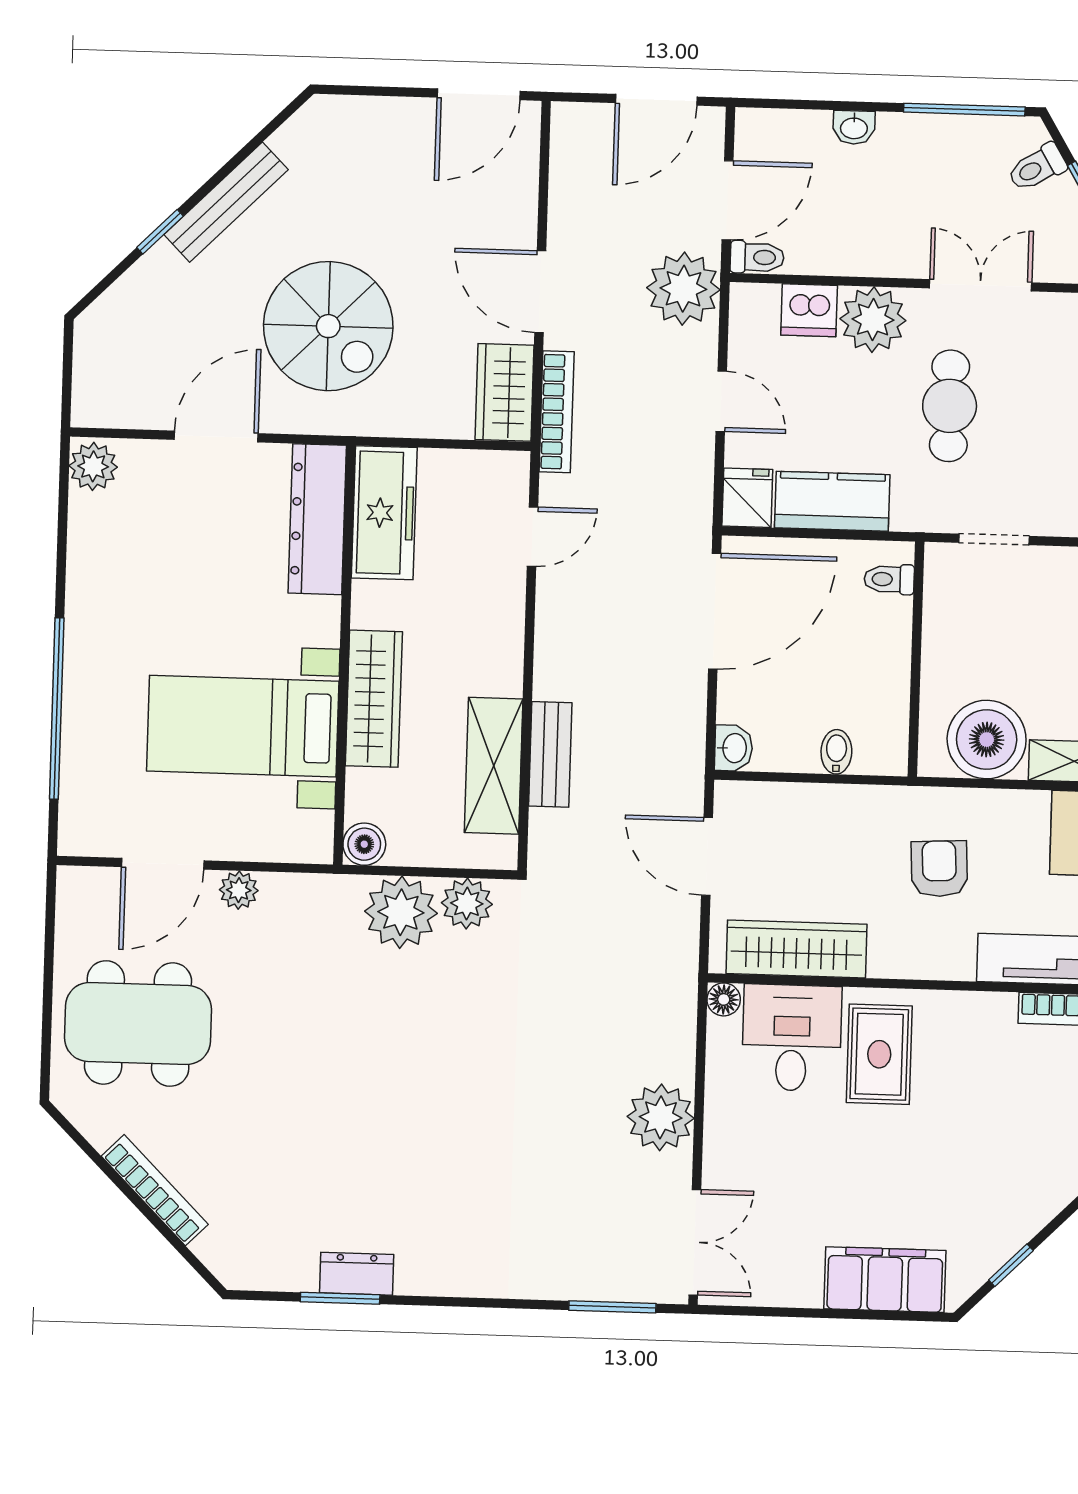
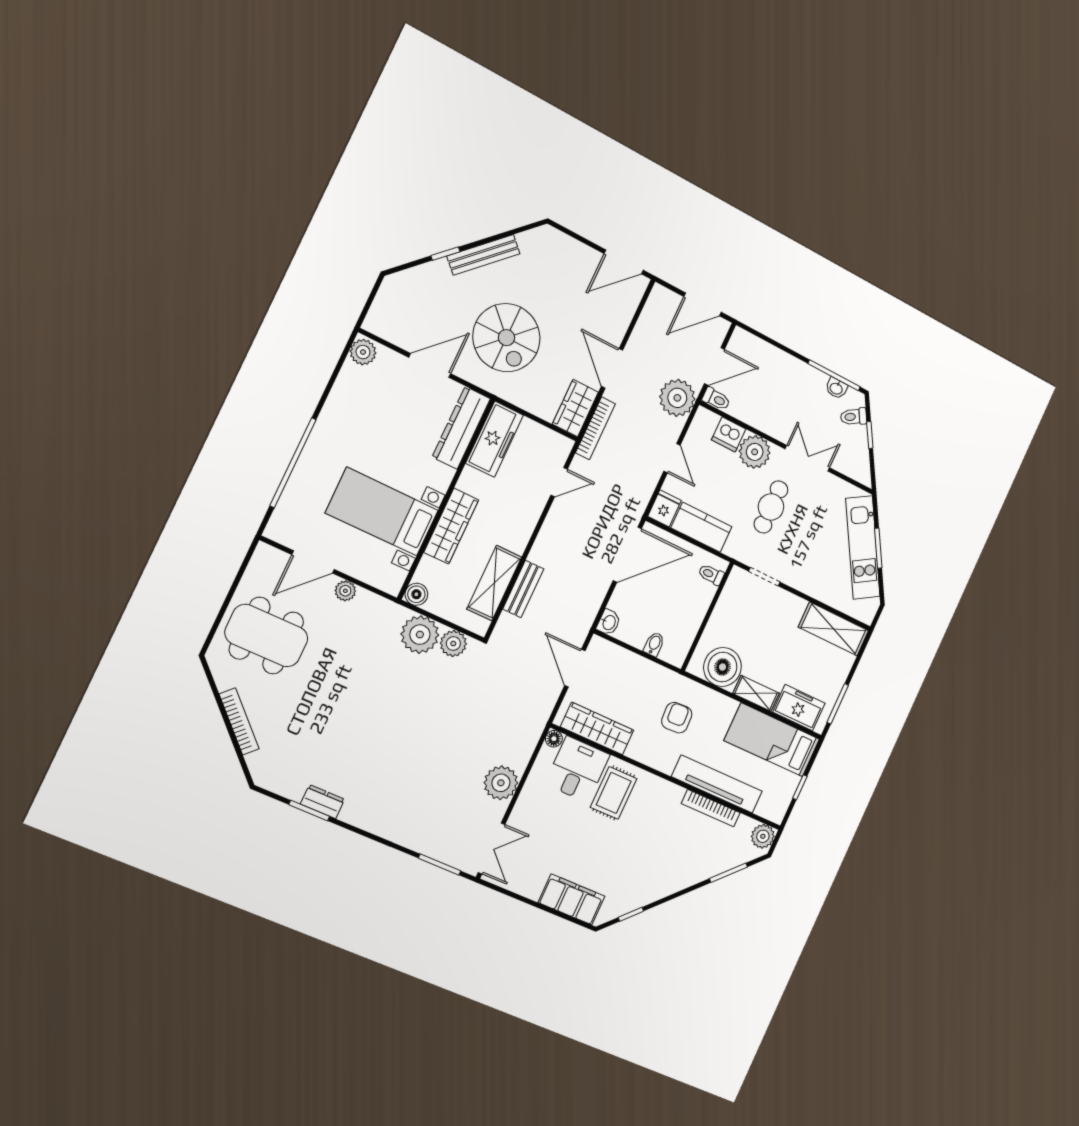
washbasin: (854, 127) -> (836, 388), moved

